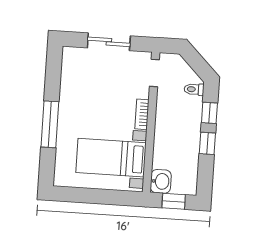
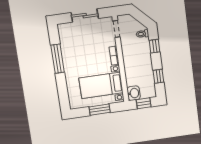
window: (50, 124) -> (58, 59), moved
window: (207, 143) -> (158, 76), moved
window: (100, 196) -> (100, 110), added

